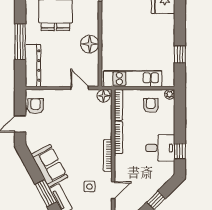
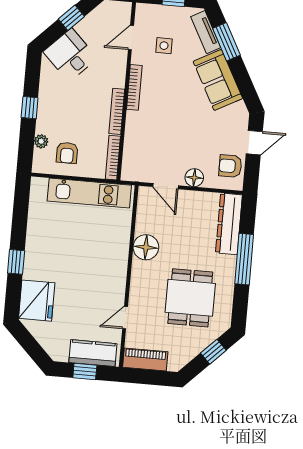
window: (180, 54) -> (16, 262), moved
plant: (170, 94) -> (41, 141), moved
floor lamp: (104, 96) -> (194, 178), moved
armchair: (36, 106) -> (230, 166), turned 90
desk: (160, 148) -> (70, 55), moved, turned 45
window: (180, 151) -> (30, 108), moved

